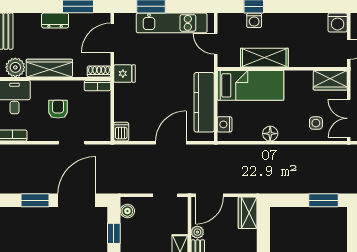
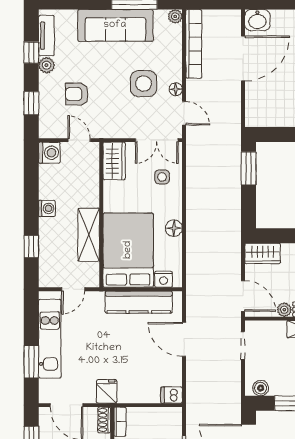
washing machine: (254, 20) -> (47, 208), moved
bed: (251, 85) -> (128, 250), width x1.50

